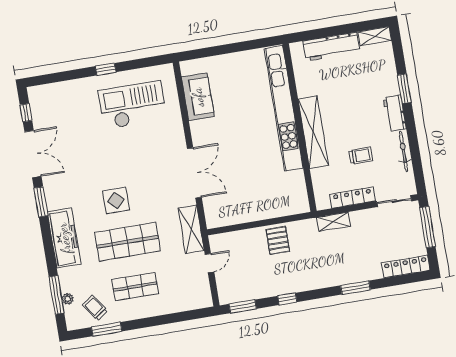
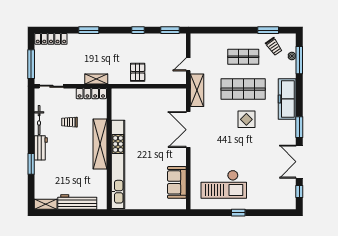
locker: (353, 198) -> (91, 94), moved

